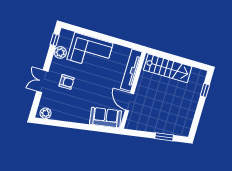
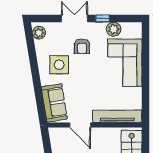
window: (55, 40) -> (103, 18), moved
door: (130, 102) -> (80, 125), swing flipped
side table: (76, 105) -> (59, 65), added

